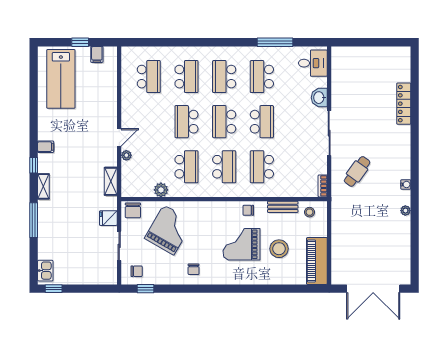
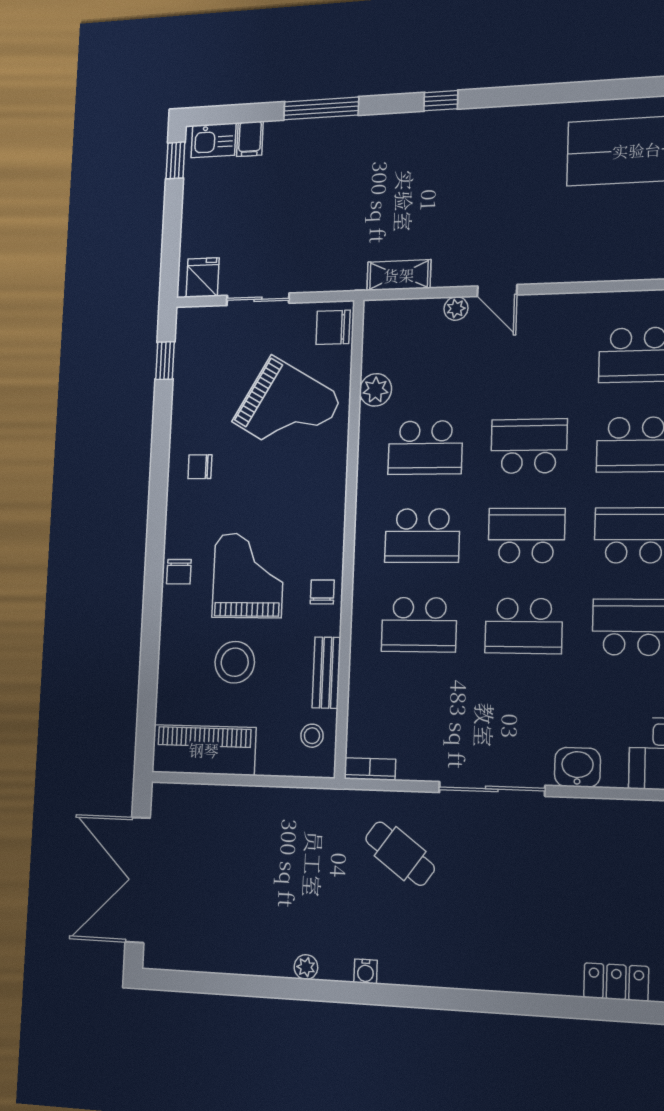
locker: (404, 104) -> (616, 982), moved, width x0.66
filing cabinet: (46, 147) -> (250, 139), moved
school desk: (262, 167) -> (419, 625), turned 180
shelving: (43, 186) -> (393, 125), removed
fridge: (108, 218) -> (203, 278), moved
chair: (137, 271) -> (179, 572), moved

